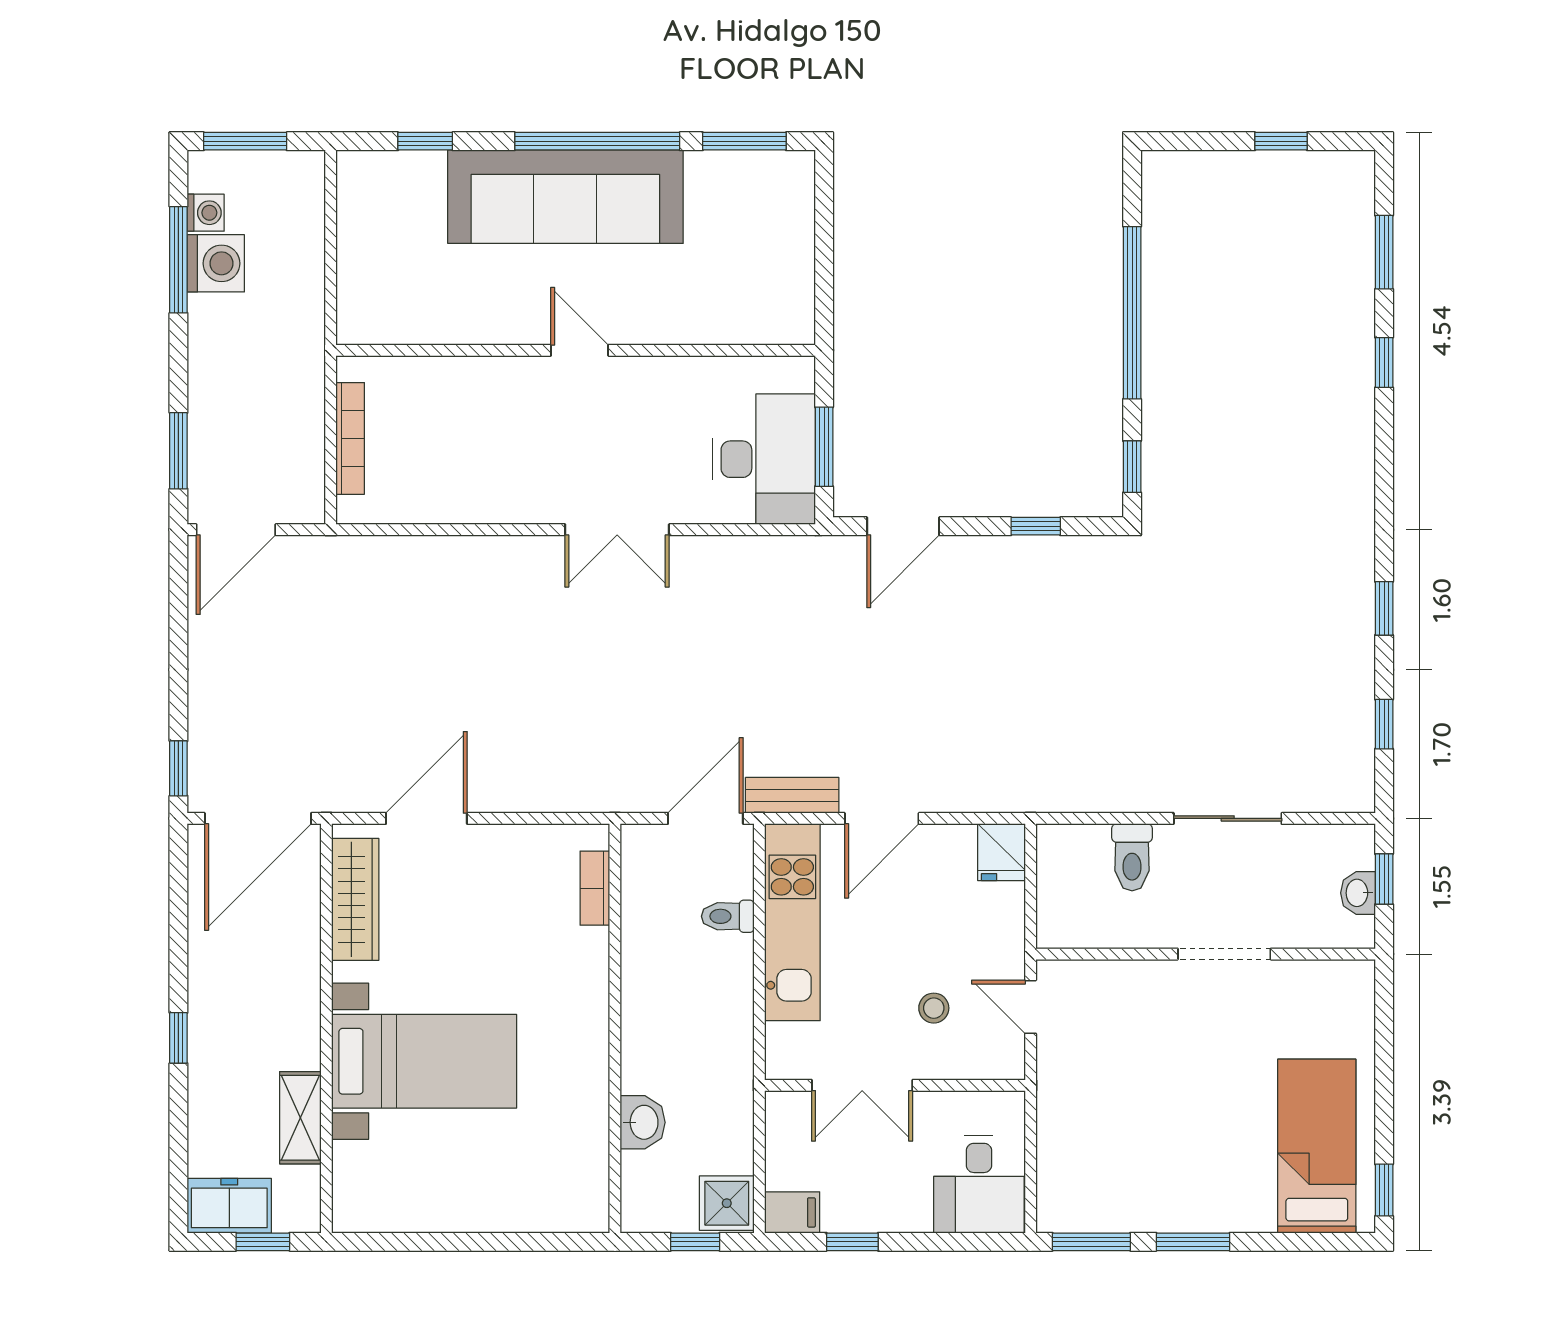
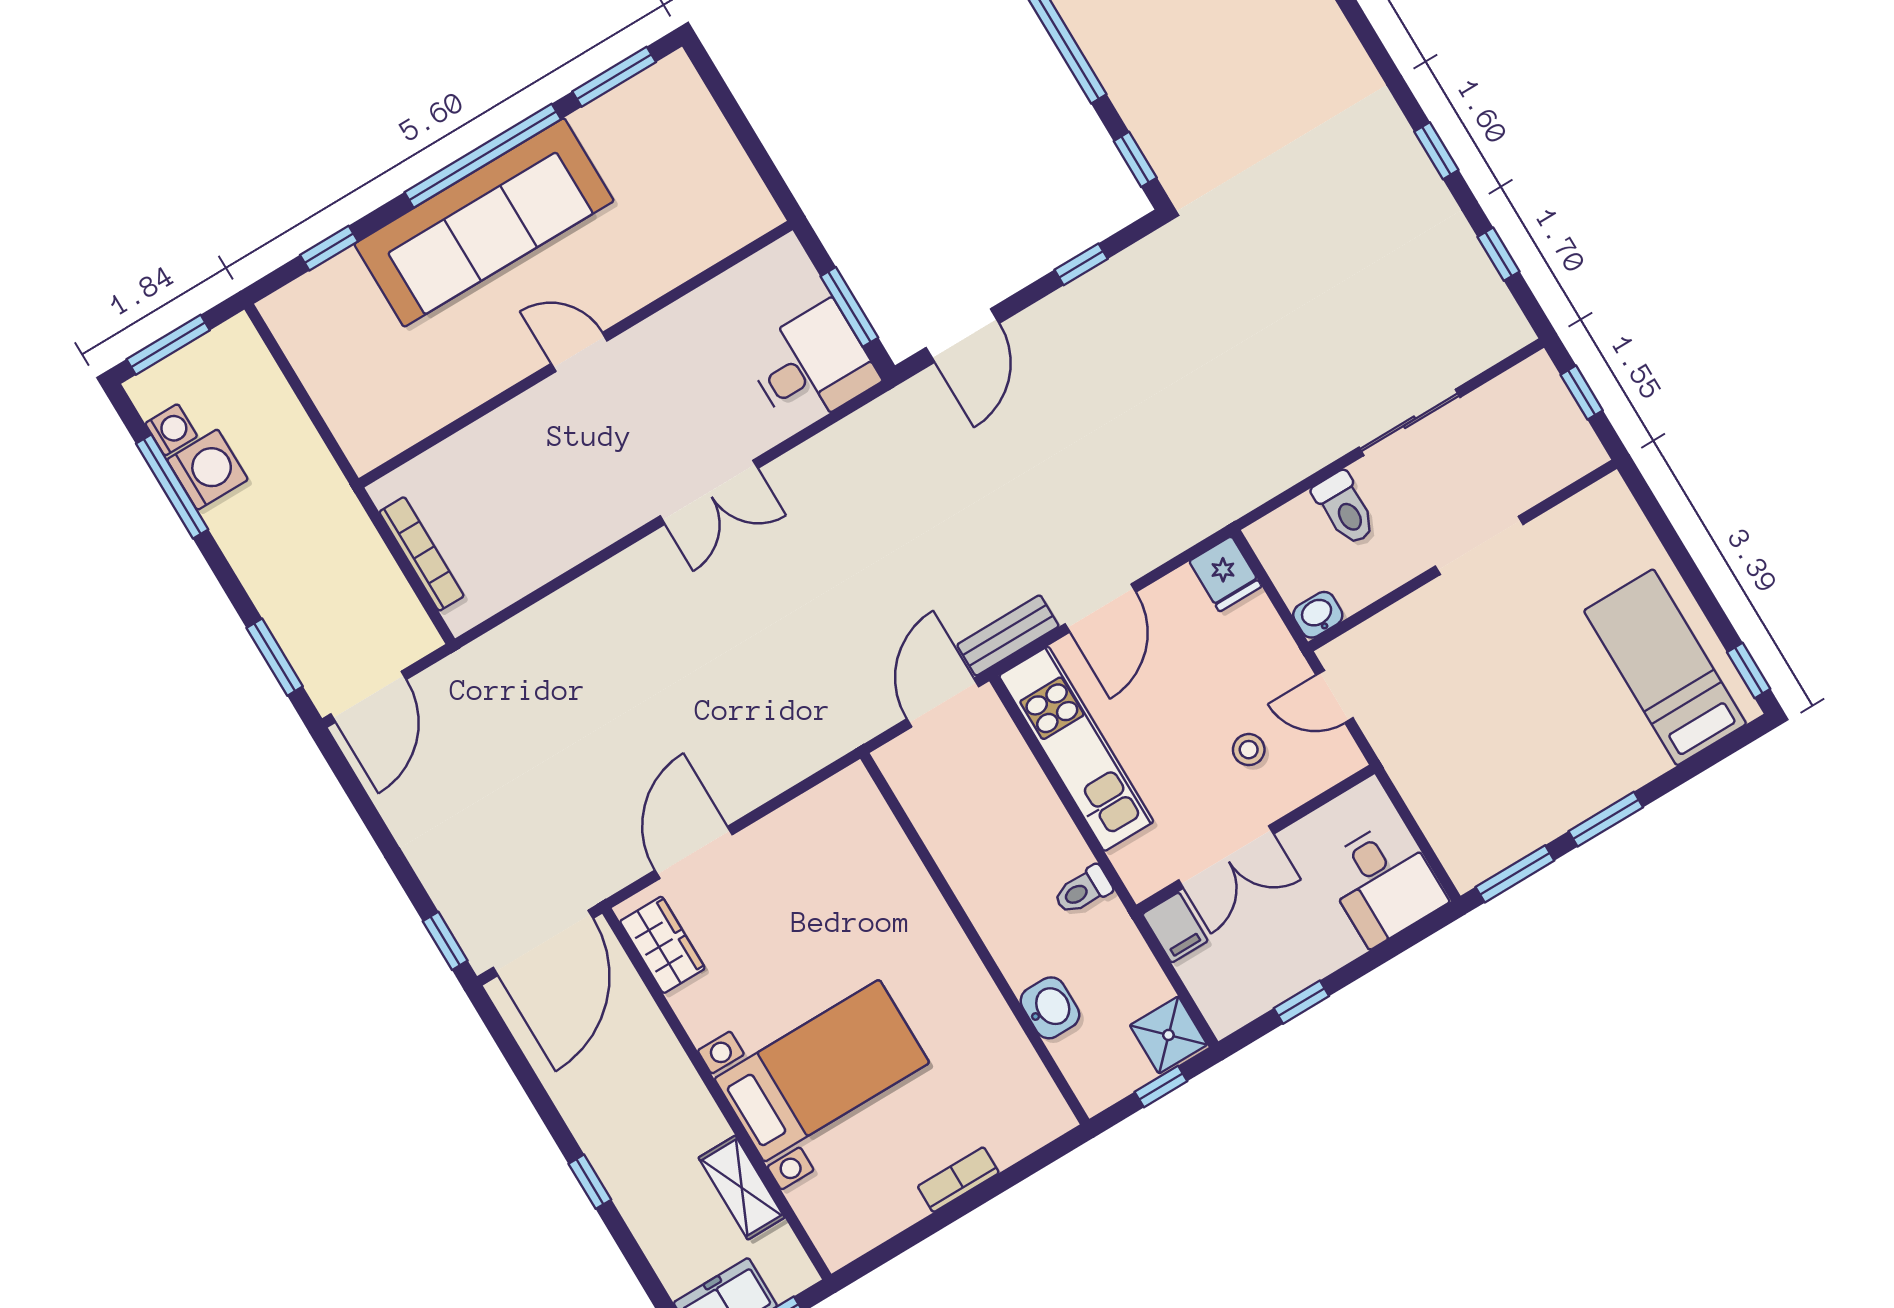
desk: (764, 459) -> (812, 366), width x0.73
bookcase: (595, 888) -> (958, 1180), moved, turned 90
washbasin: (1358, 893) -> (1318, 615), moved, turned 90
wardrobe: (355, 899) -> (662, 945), width x0.67
toilet: (728, 916) -> (1083, 890), moved
filing cabinet: (792, 1212) -> (1175, 928), moved, turned 90

